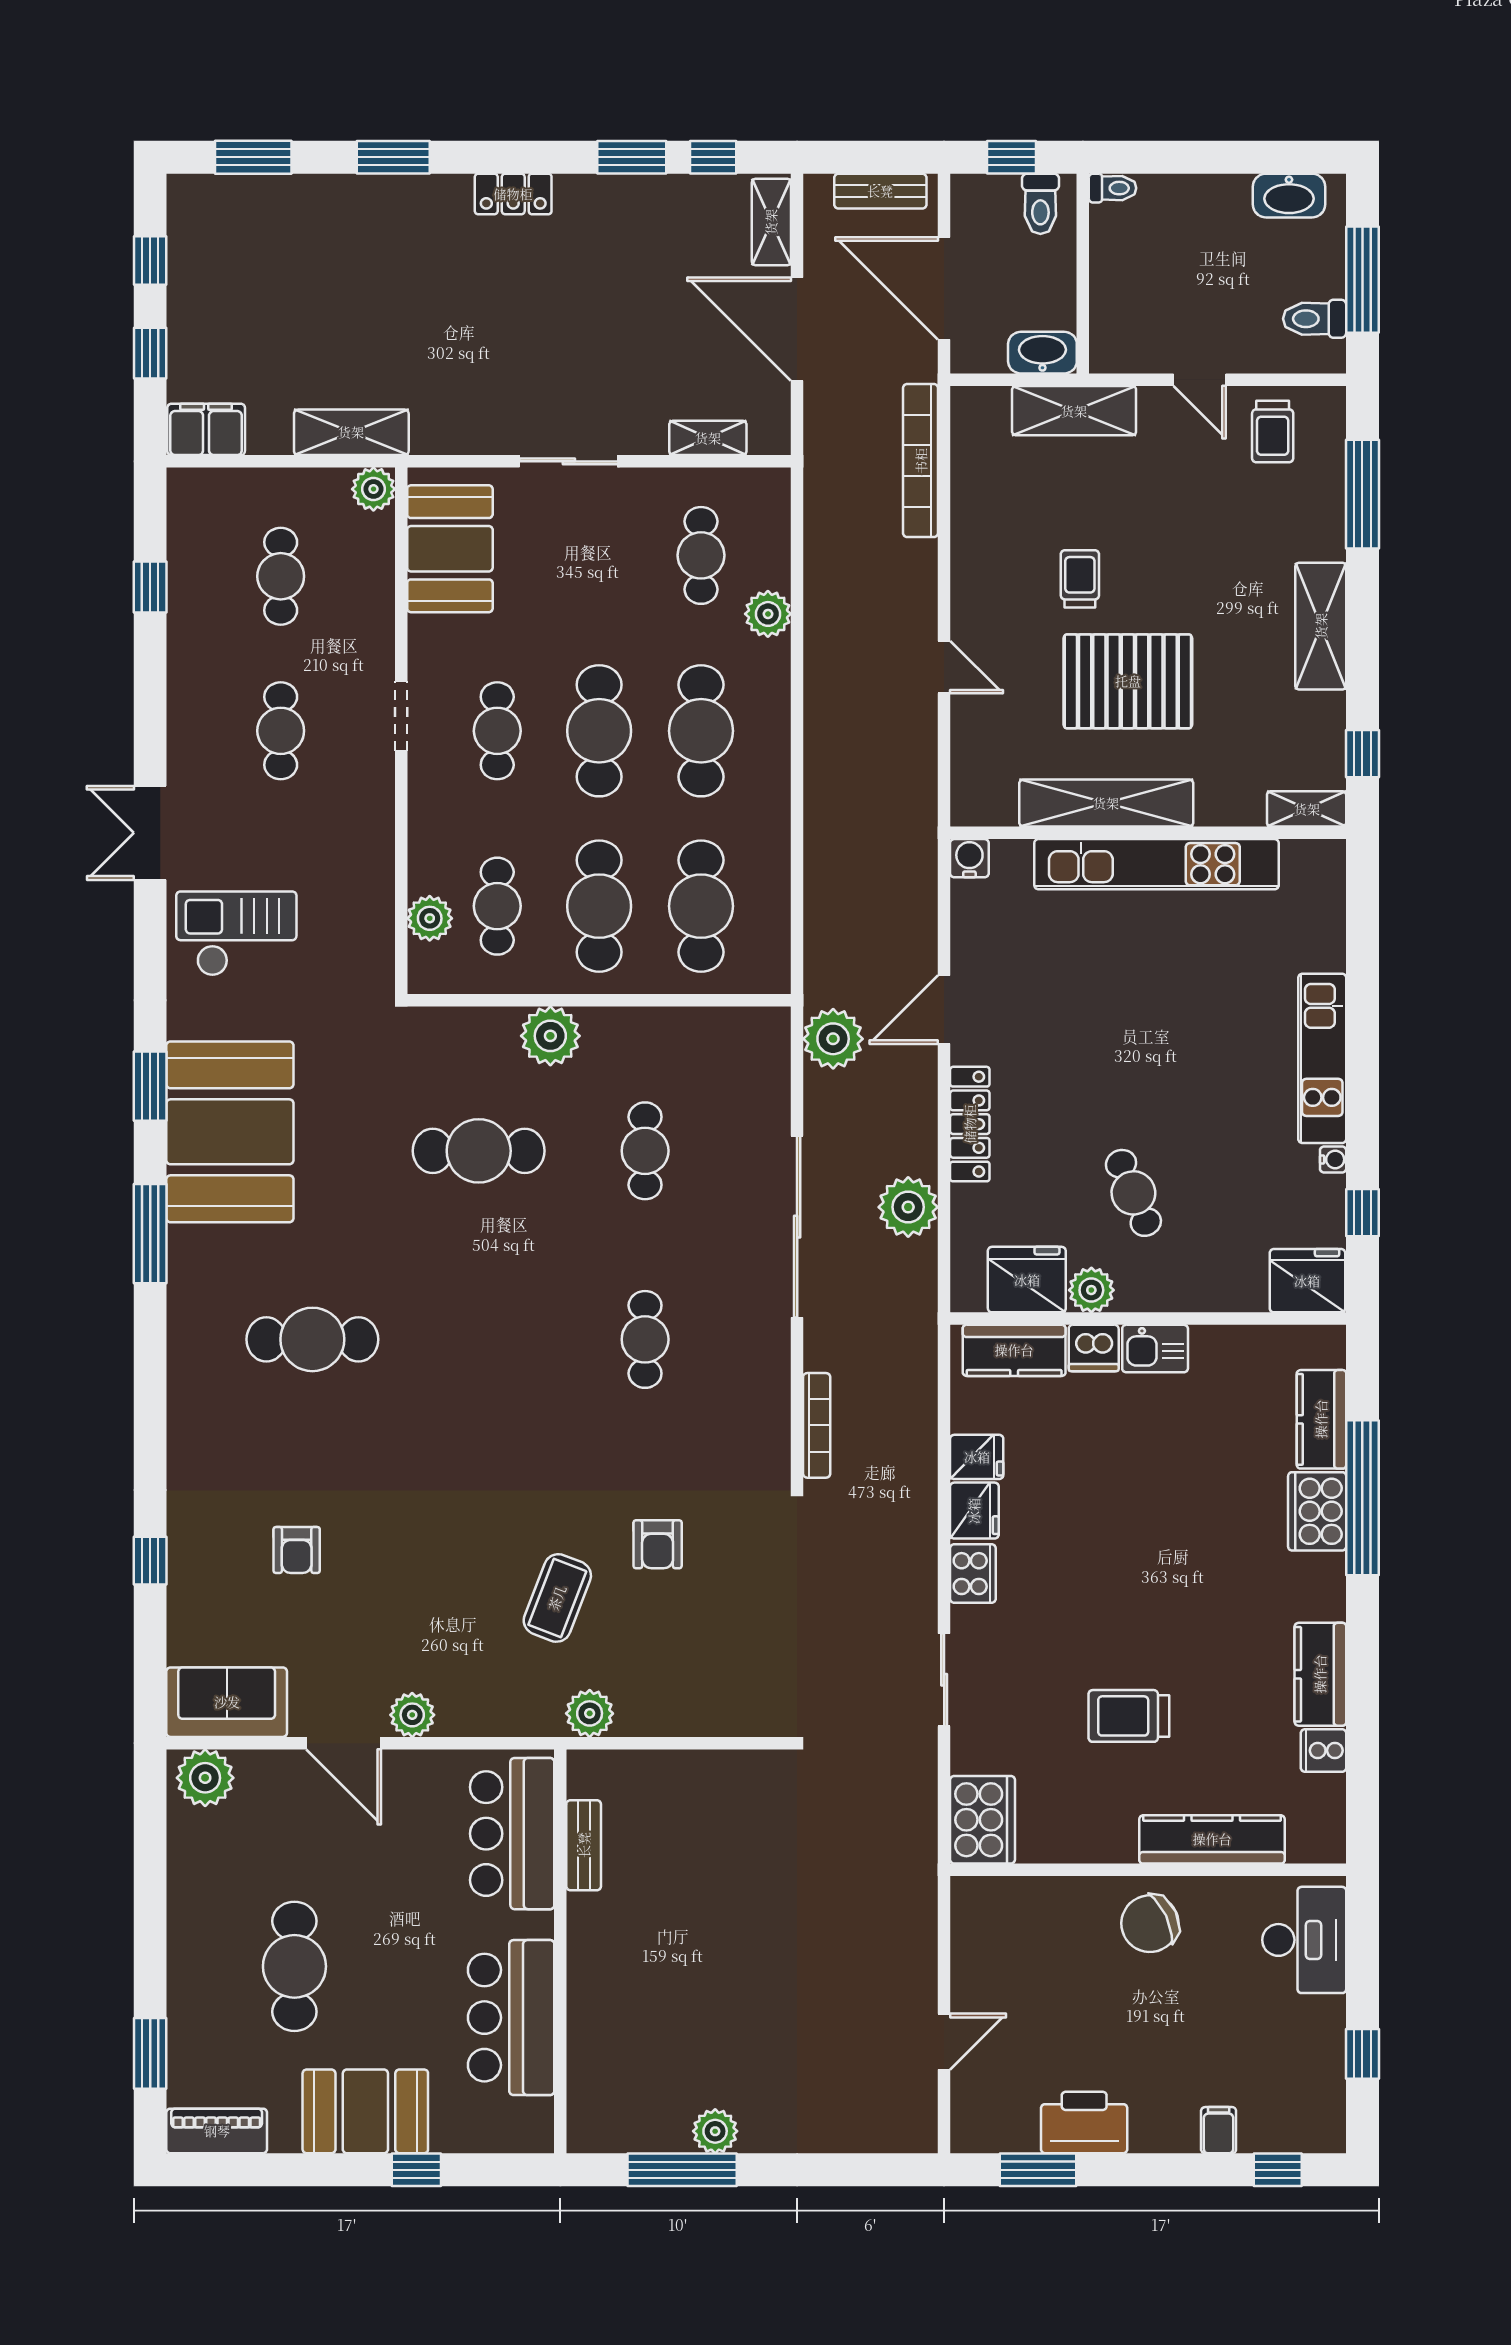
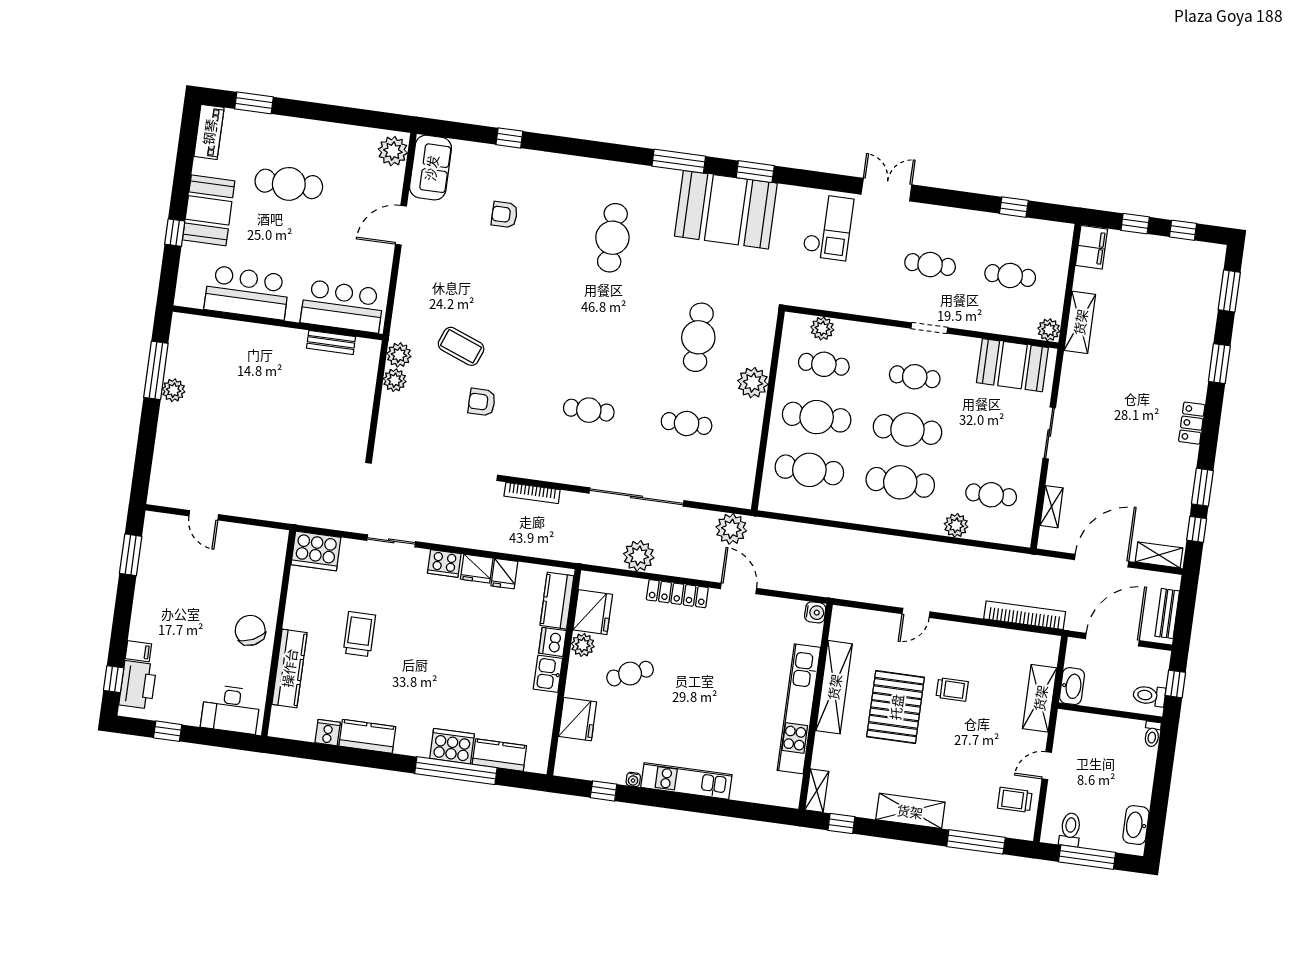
fridge: (1307, 1281) -> (578, 719), moved
plant: (412, 1715) -> (395, 380), moved
printer: (1084, 2123) -> (138, 685), moved

